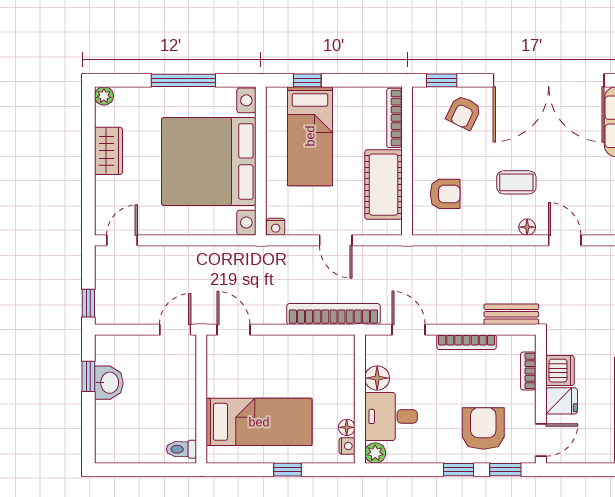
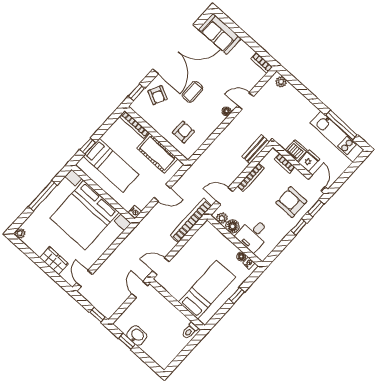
wardrobe: (108, 151) -> (54, 261), moved
coffee table: (516, 182) -> (193, 92), moved
plant: (375, 453) -> (222, 218), moved

